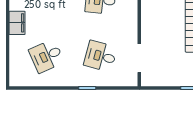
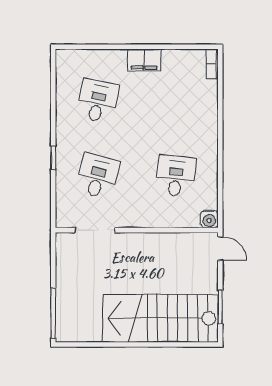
desk: (46, 56) -> (98, 101), turned 36

